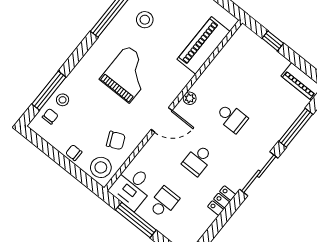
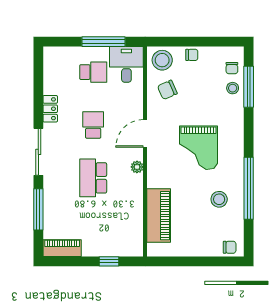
school desk: (232, 118) -> (93, 178), width x1.85
school desk: (164, 202) -> (93, 72), turned -90

